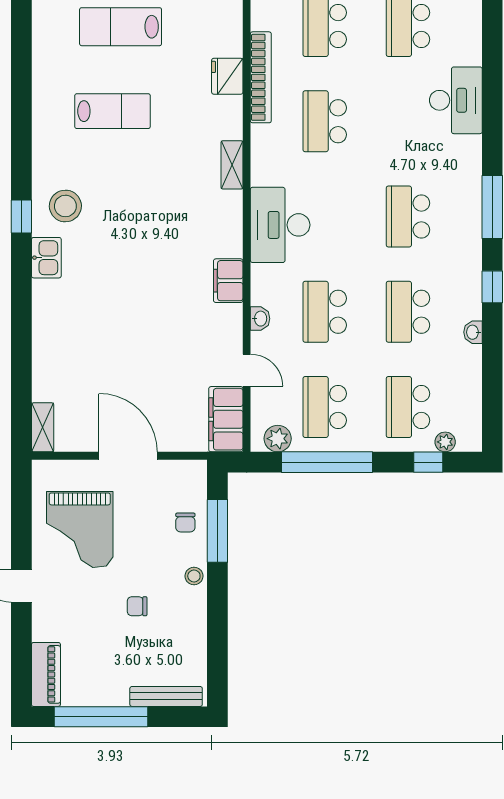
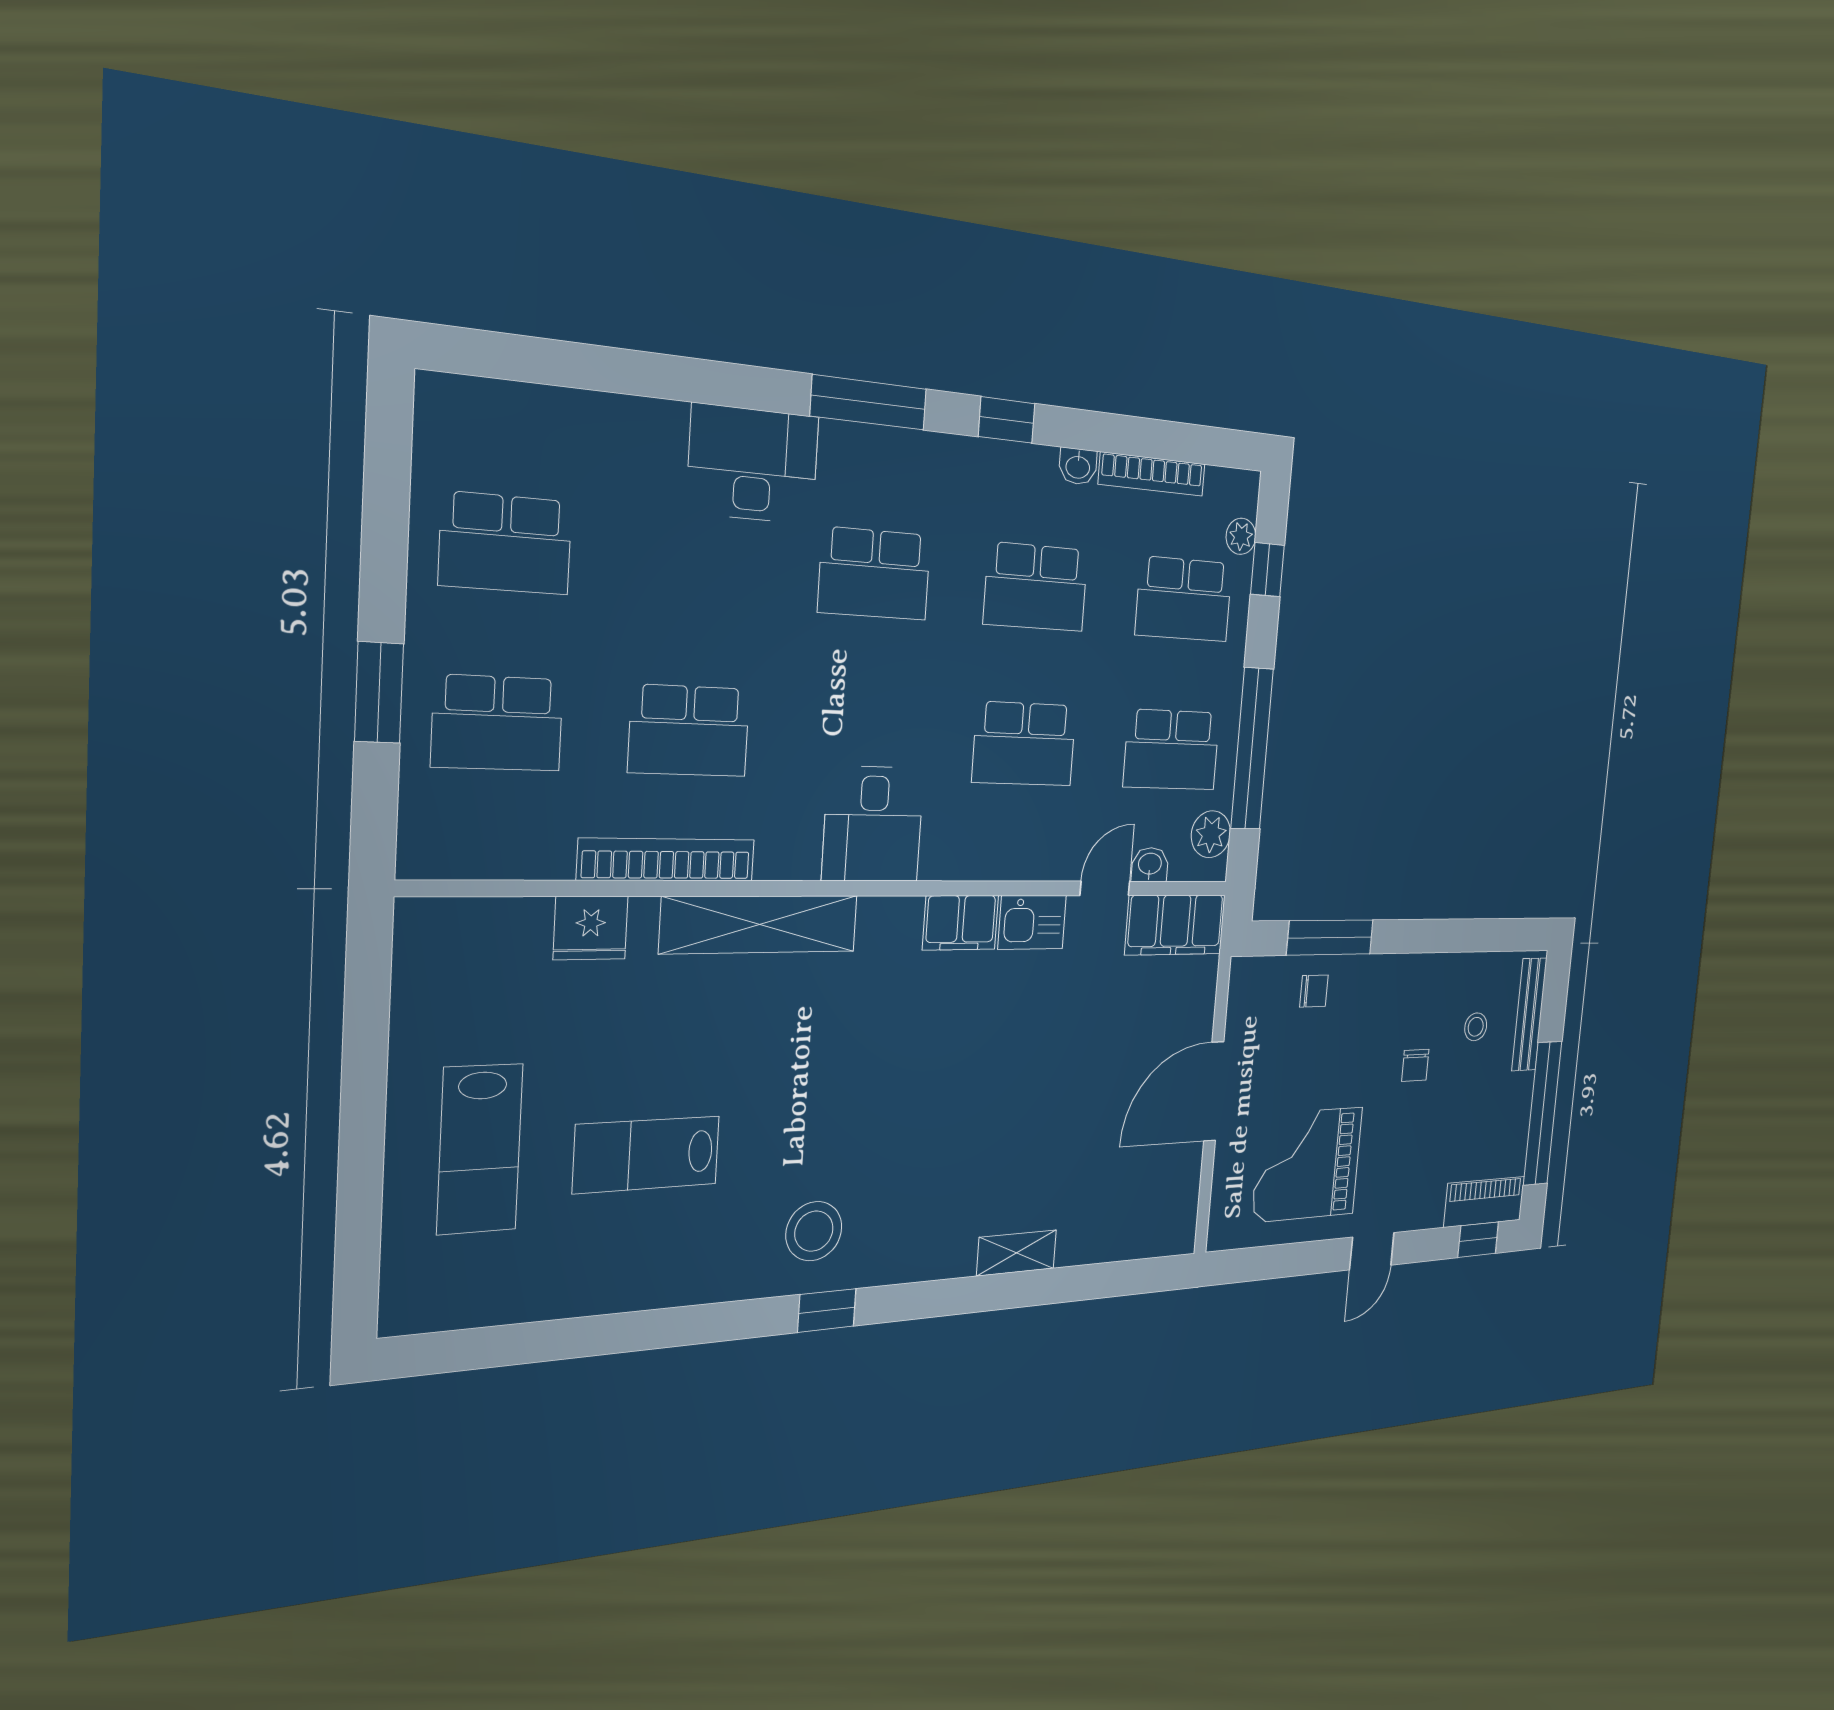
bookcase: (261, 77) -> (667, 860), moved
desk: (456, 100) -> (753, 464), moved
lab bench: (113, 111) -> (647, 1155), turned -90
shelving: (232, 165) -> (760, 924), width x2.20, depth x1.33
desk: (280, 225) -> (873, 824), width x0.73
kitchen sink: (46, 258) -> (1032, 922), moved, turned 180
washbasin: (260, 319) -> (1150, 865), moved
bookcase: (473, 379) -> (1152, 474), added
shelving: (43, 427) -> (1017, 1253), moved
grand piano: (80, 529) -> (1307, 1164), turned 180
stool: (194, 576) -> (1476, 1027), moved
window: (21, 672) -> (1478, 1240), added

